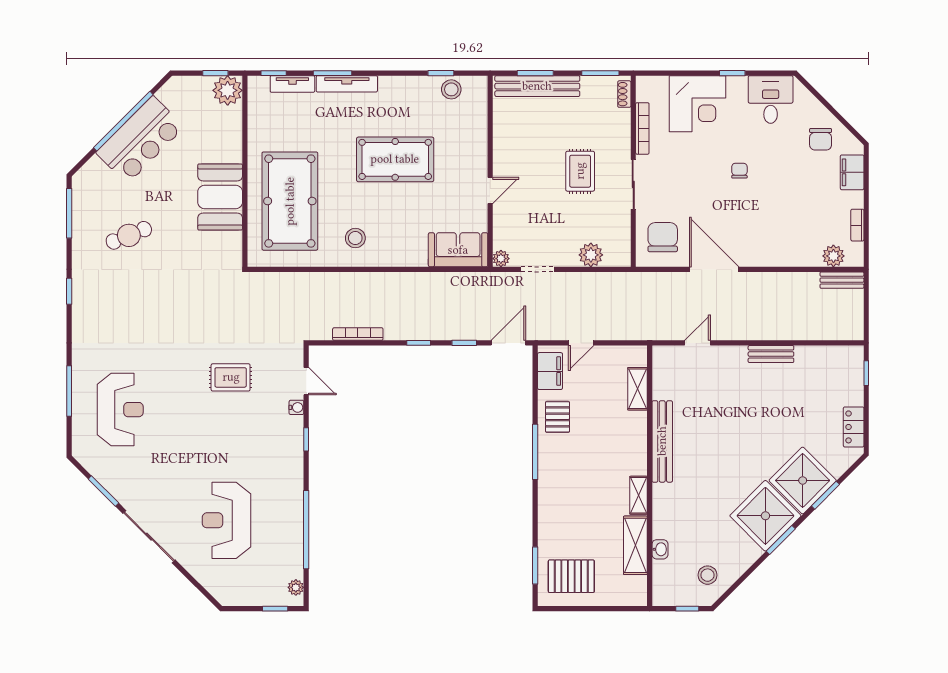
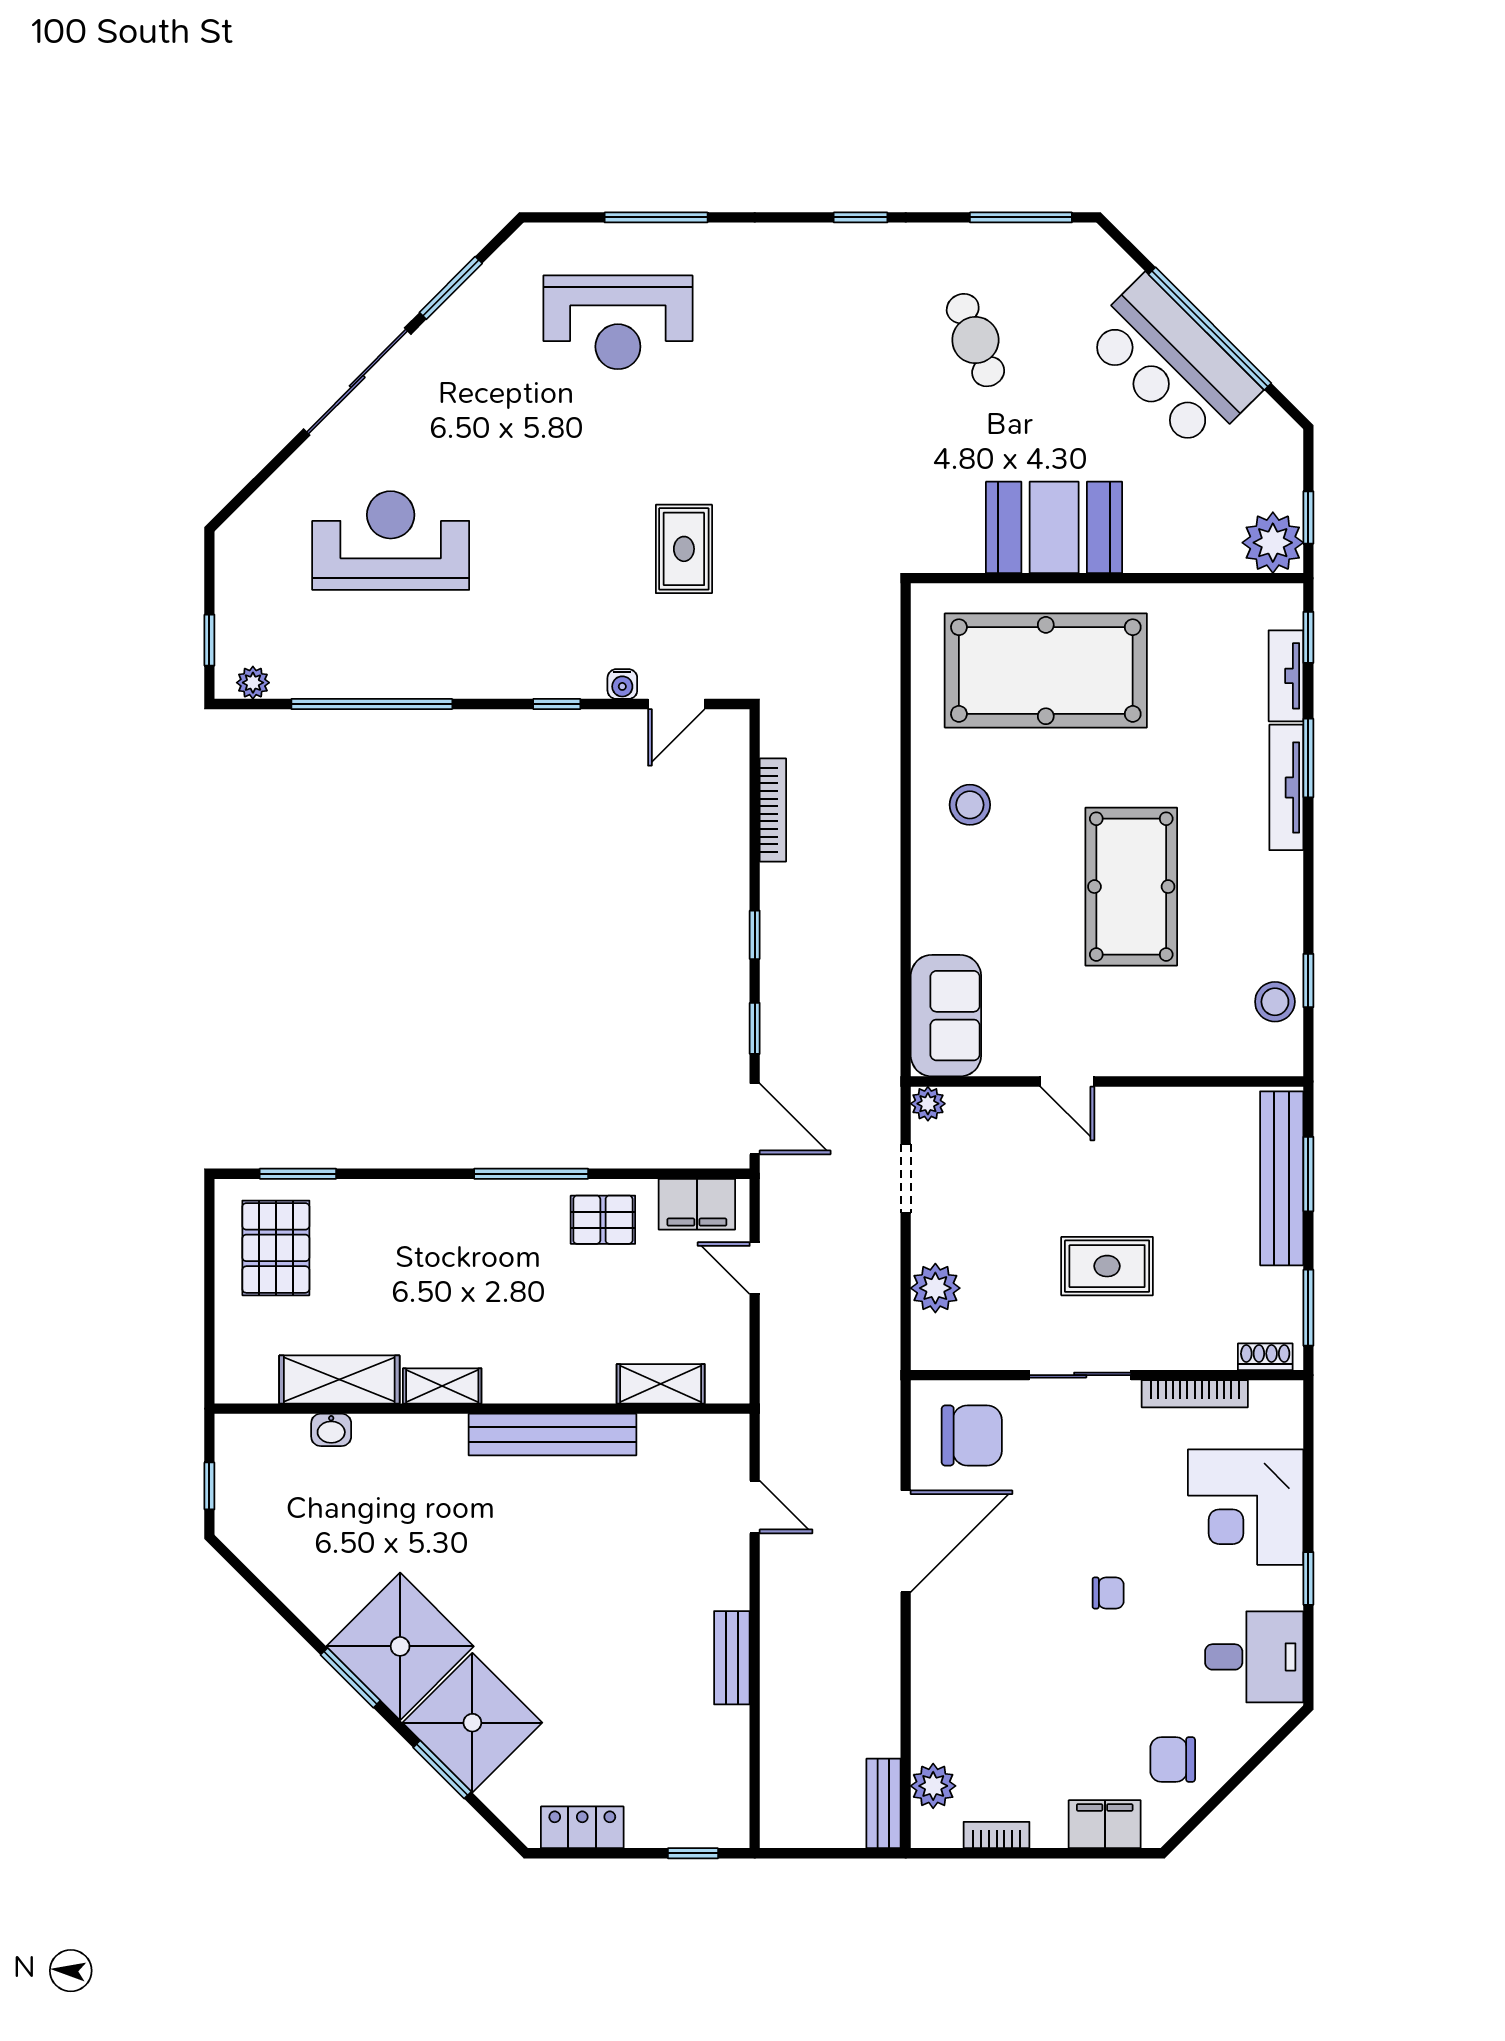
stool: (708, 575) -> (278, 1528), removed

